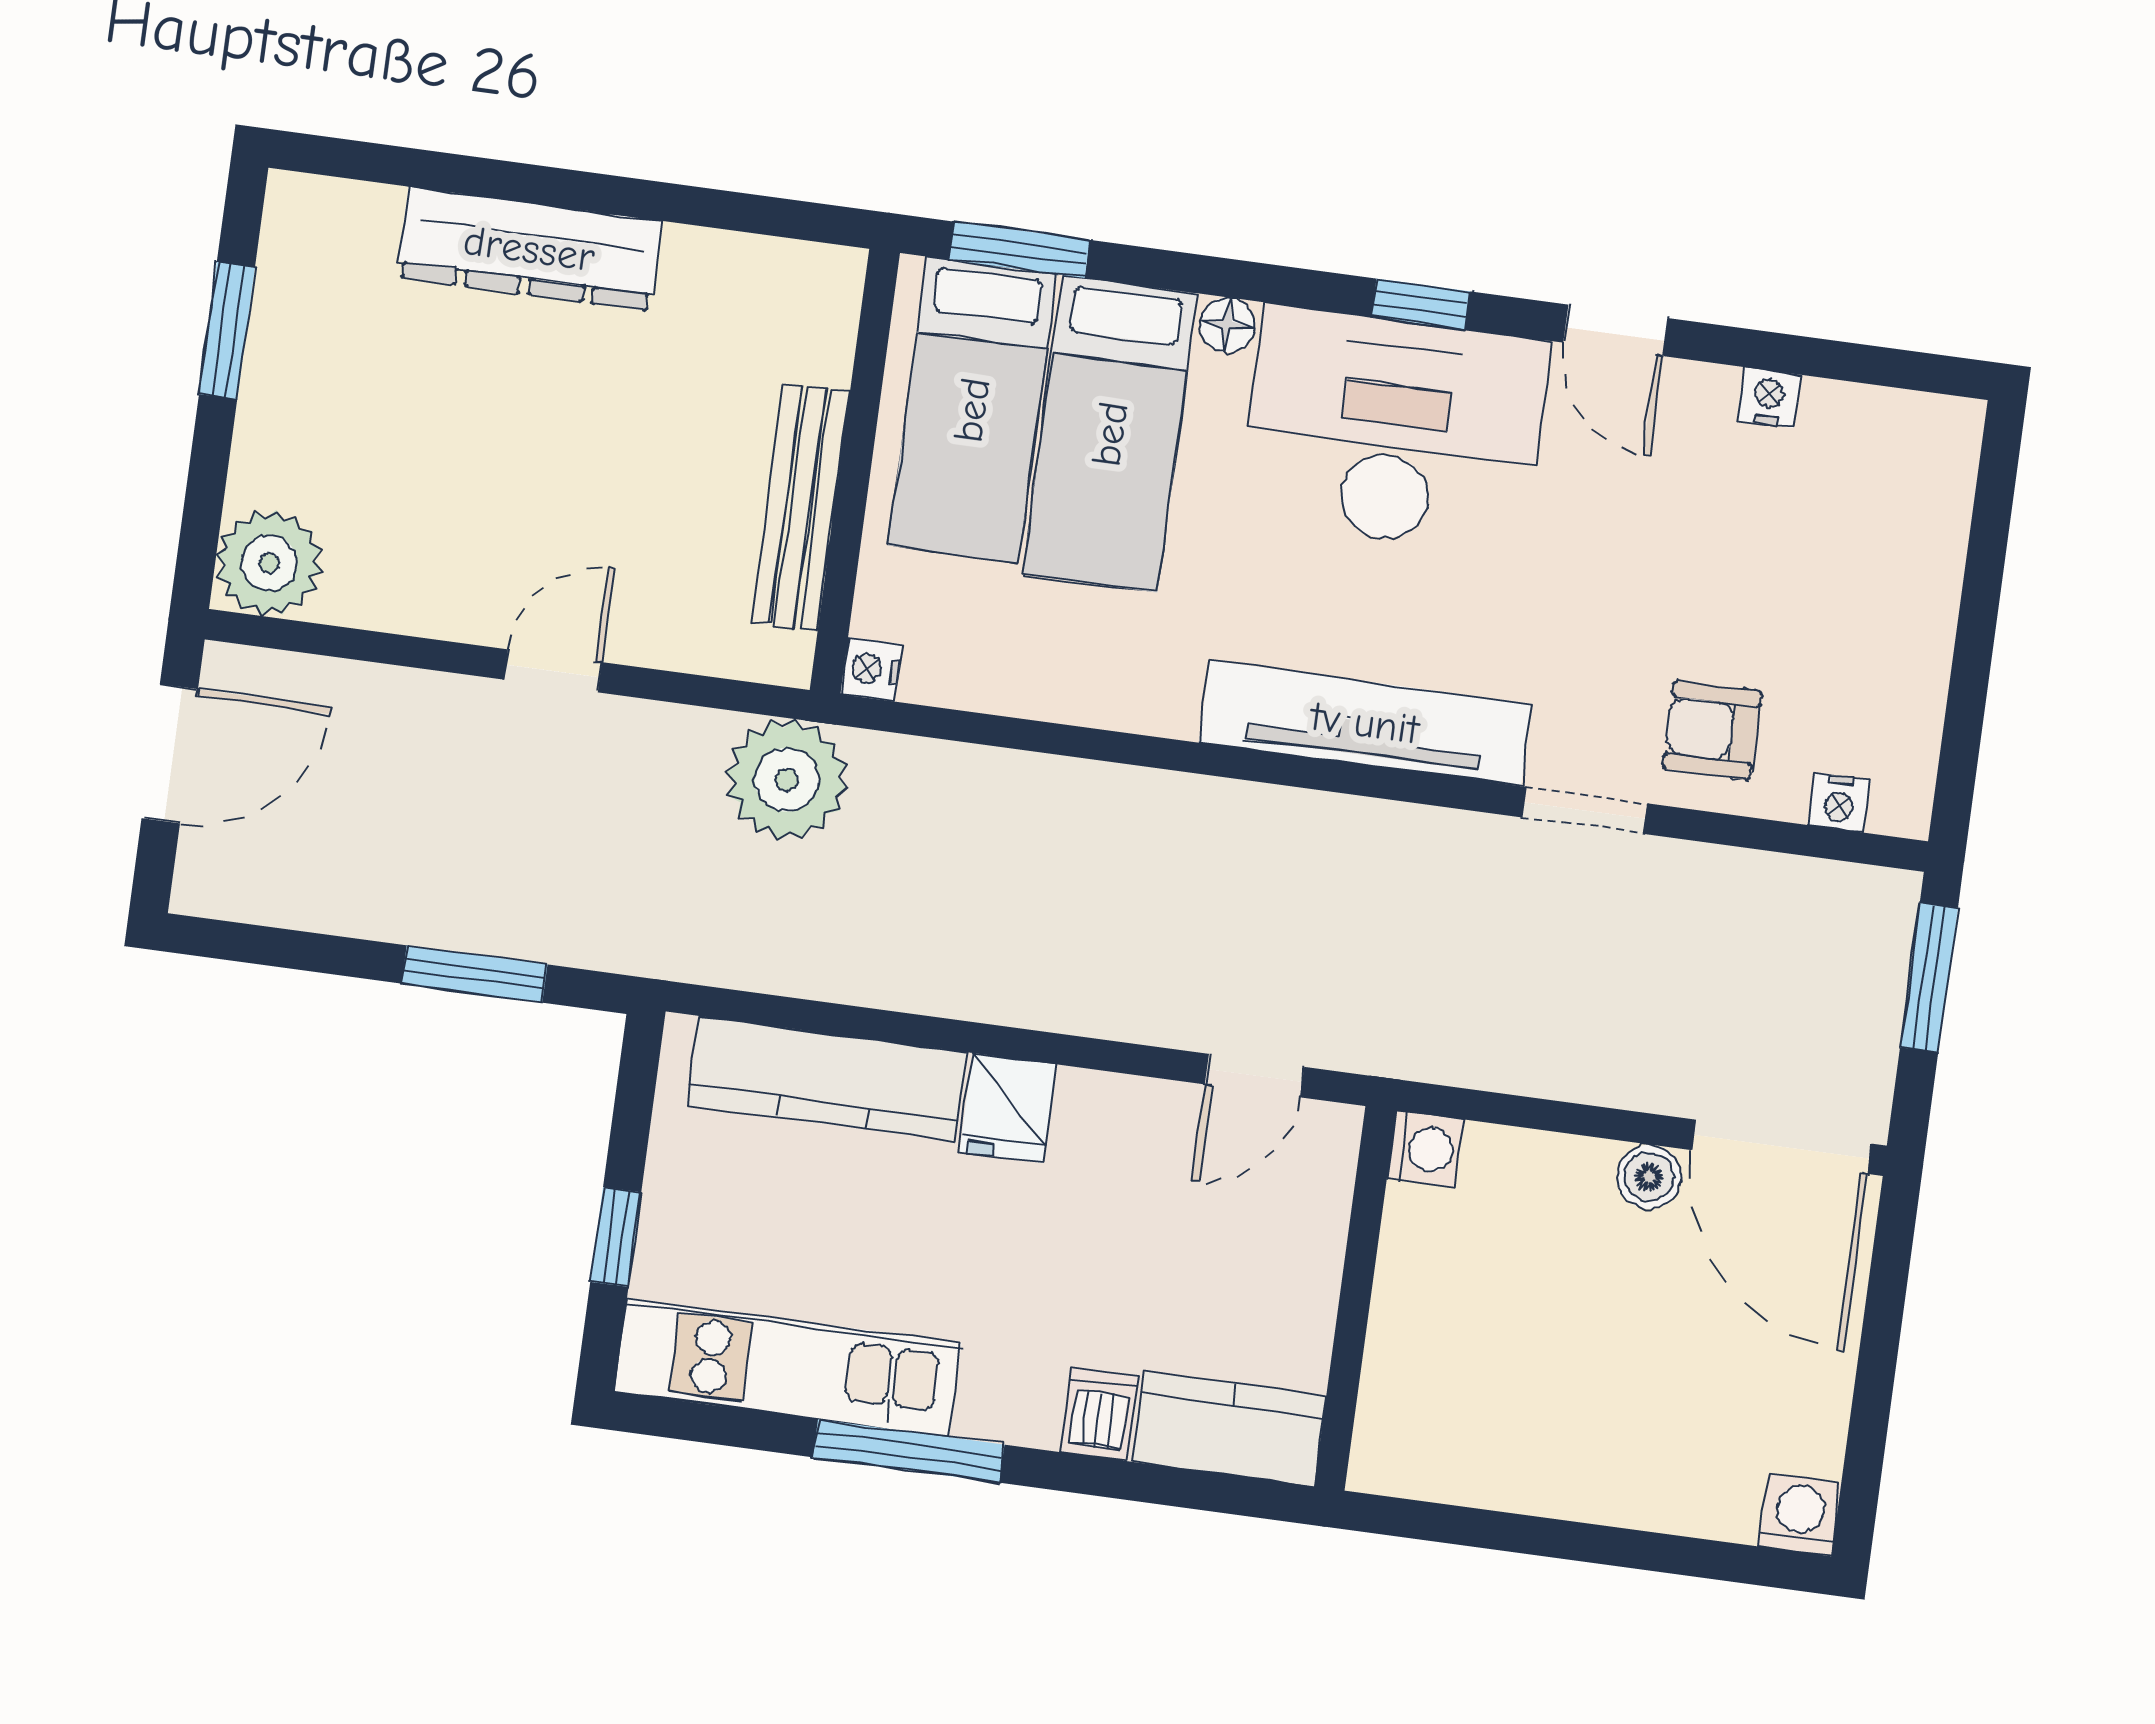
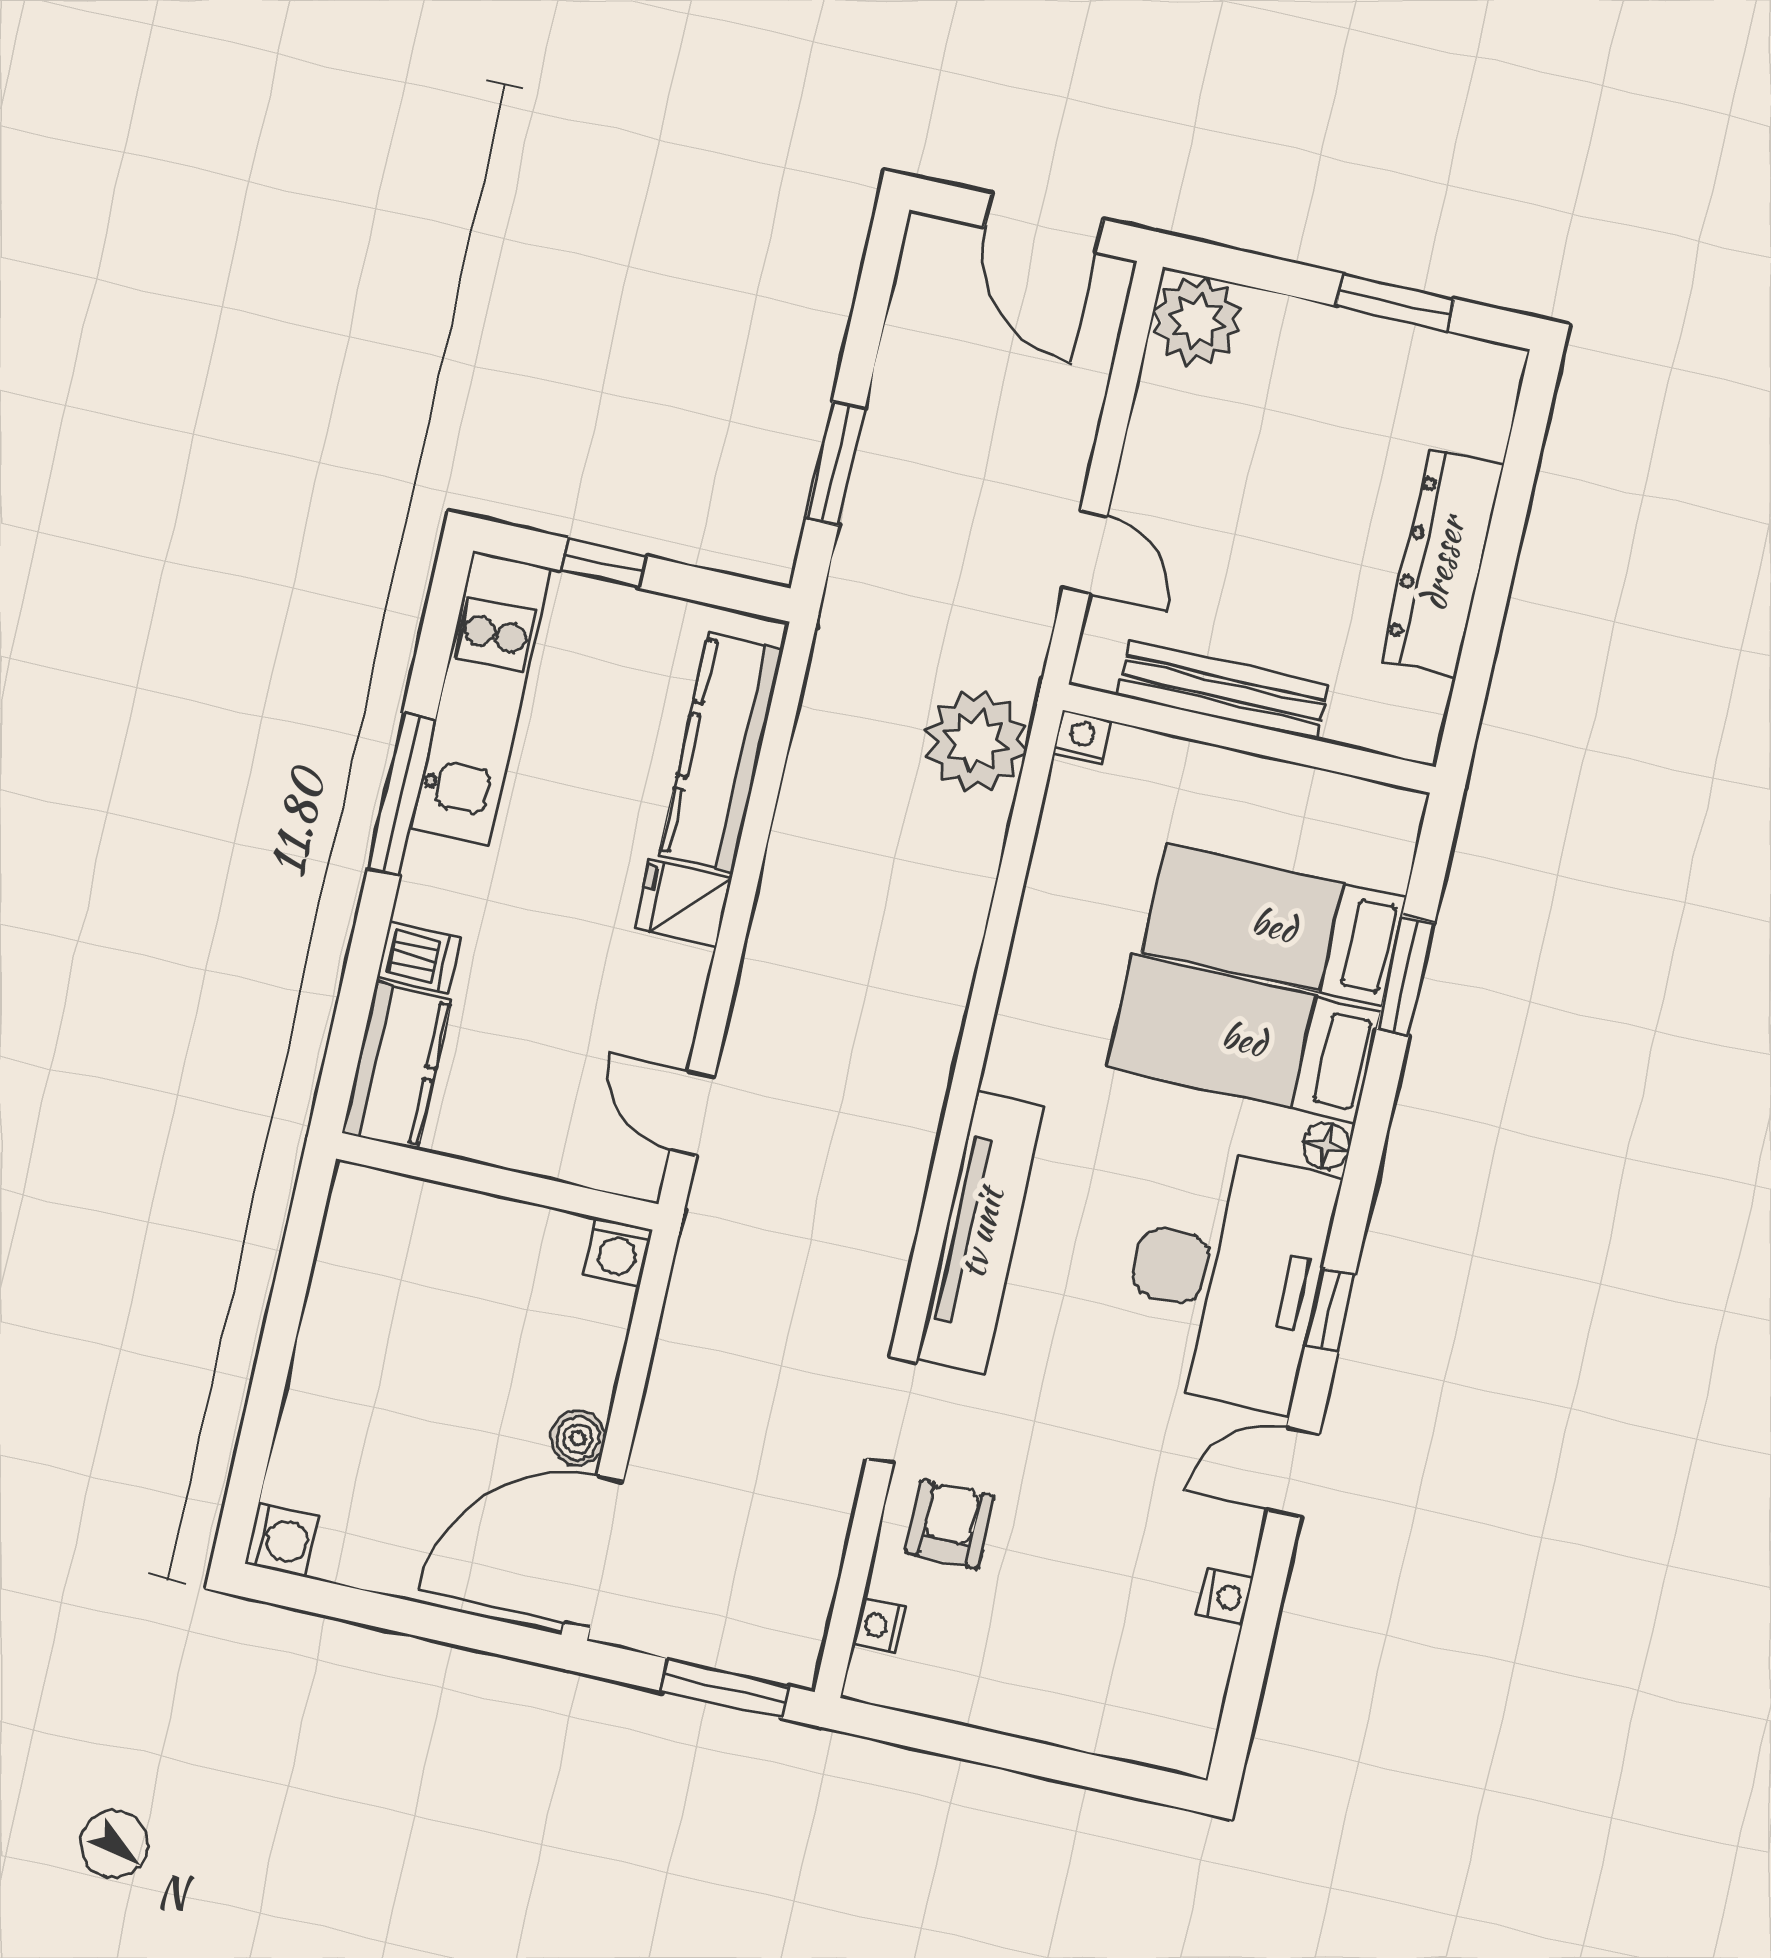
wall: (855, 472) -> (1249, 739), moved
bench: (800, 507) -> (1223, 690), moved
nightstand: (871, 669) -> (1082, 738), moved

